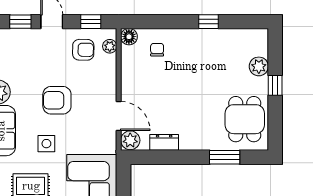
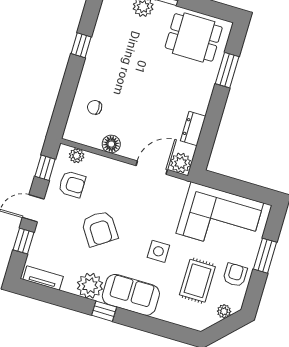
floor lamp: (129, 37) -> (111, 144), moved
armchair: (83, 50) -> (72, 184), turned 89
armchair: (57, 100) -> (100, 229), moved, turned -34

